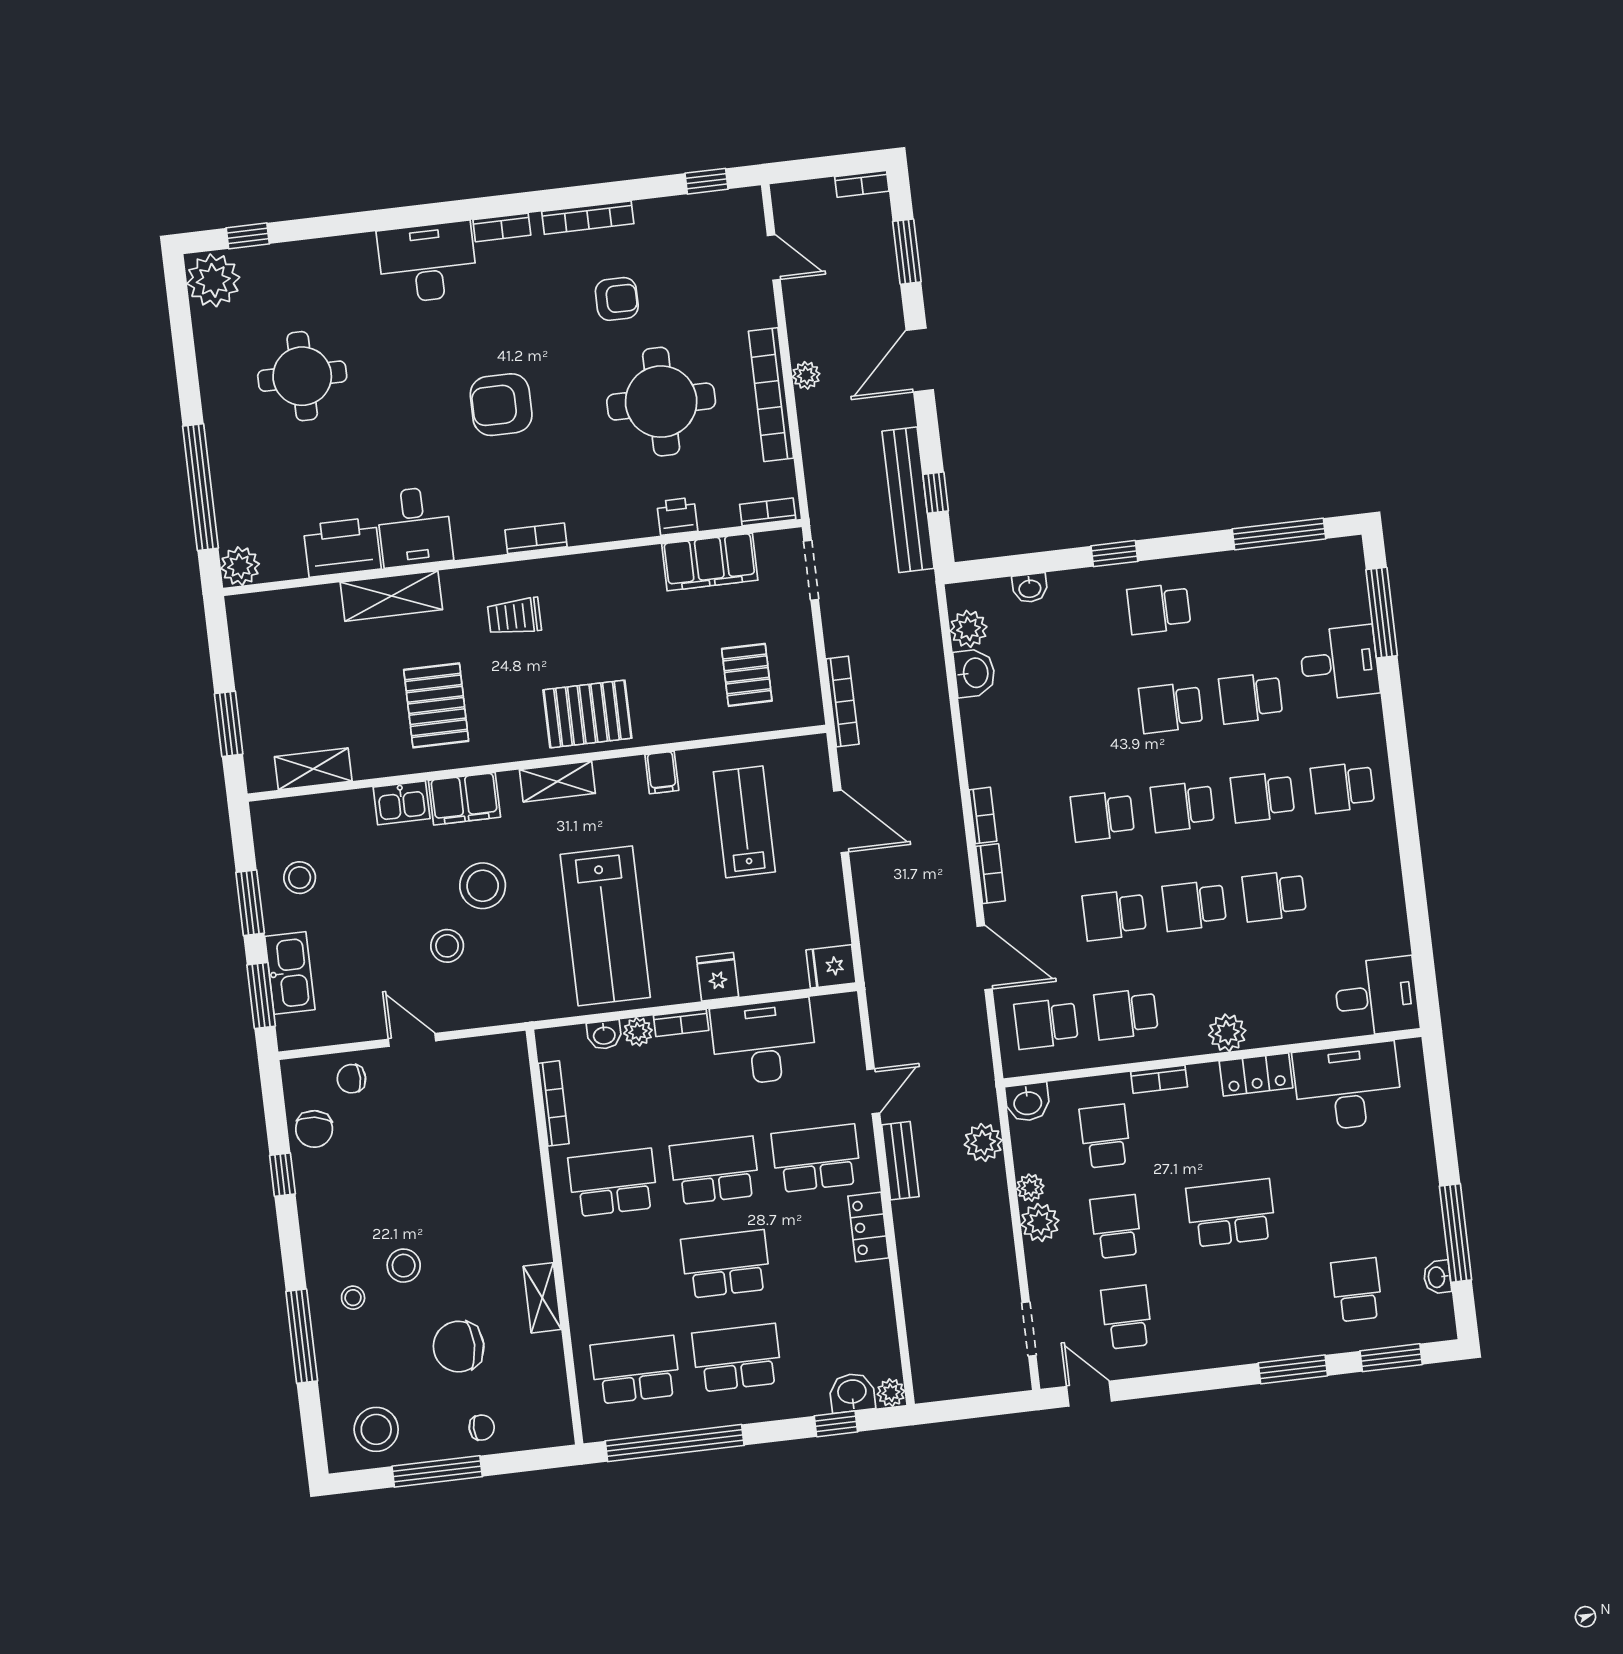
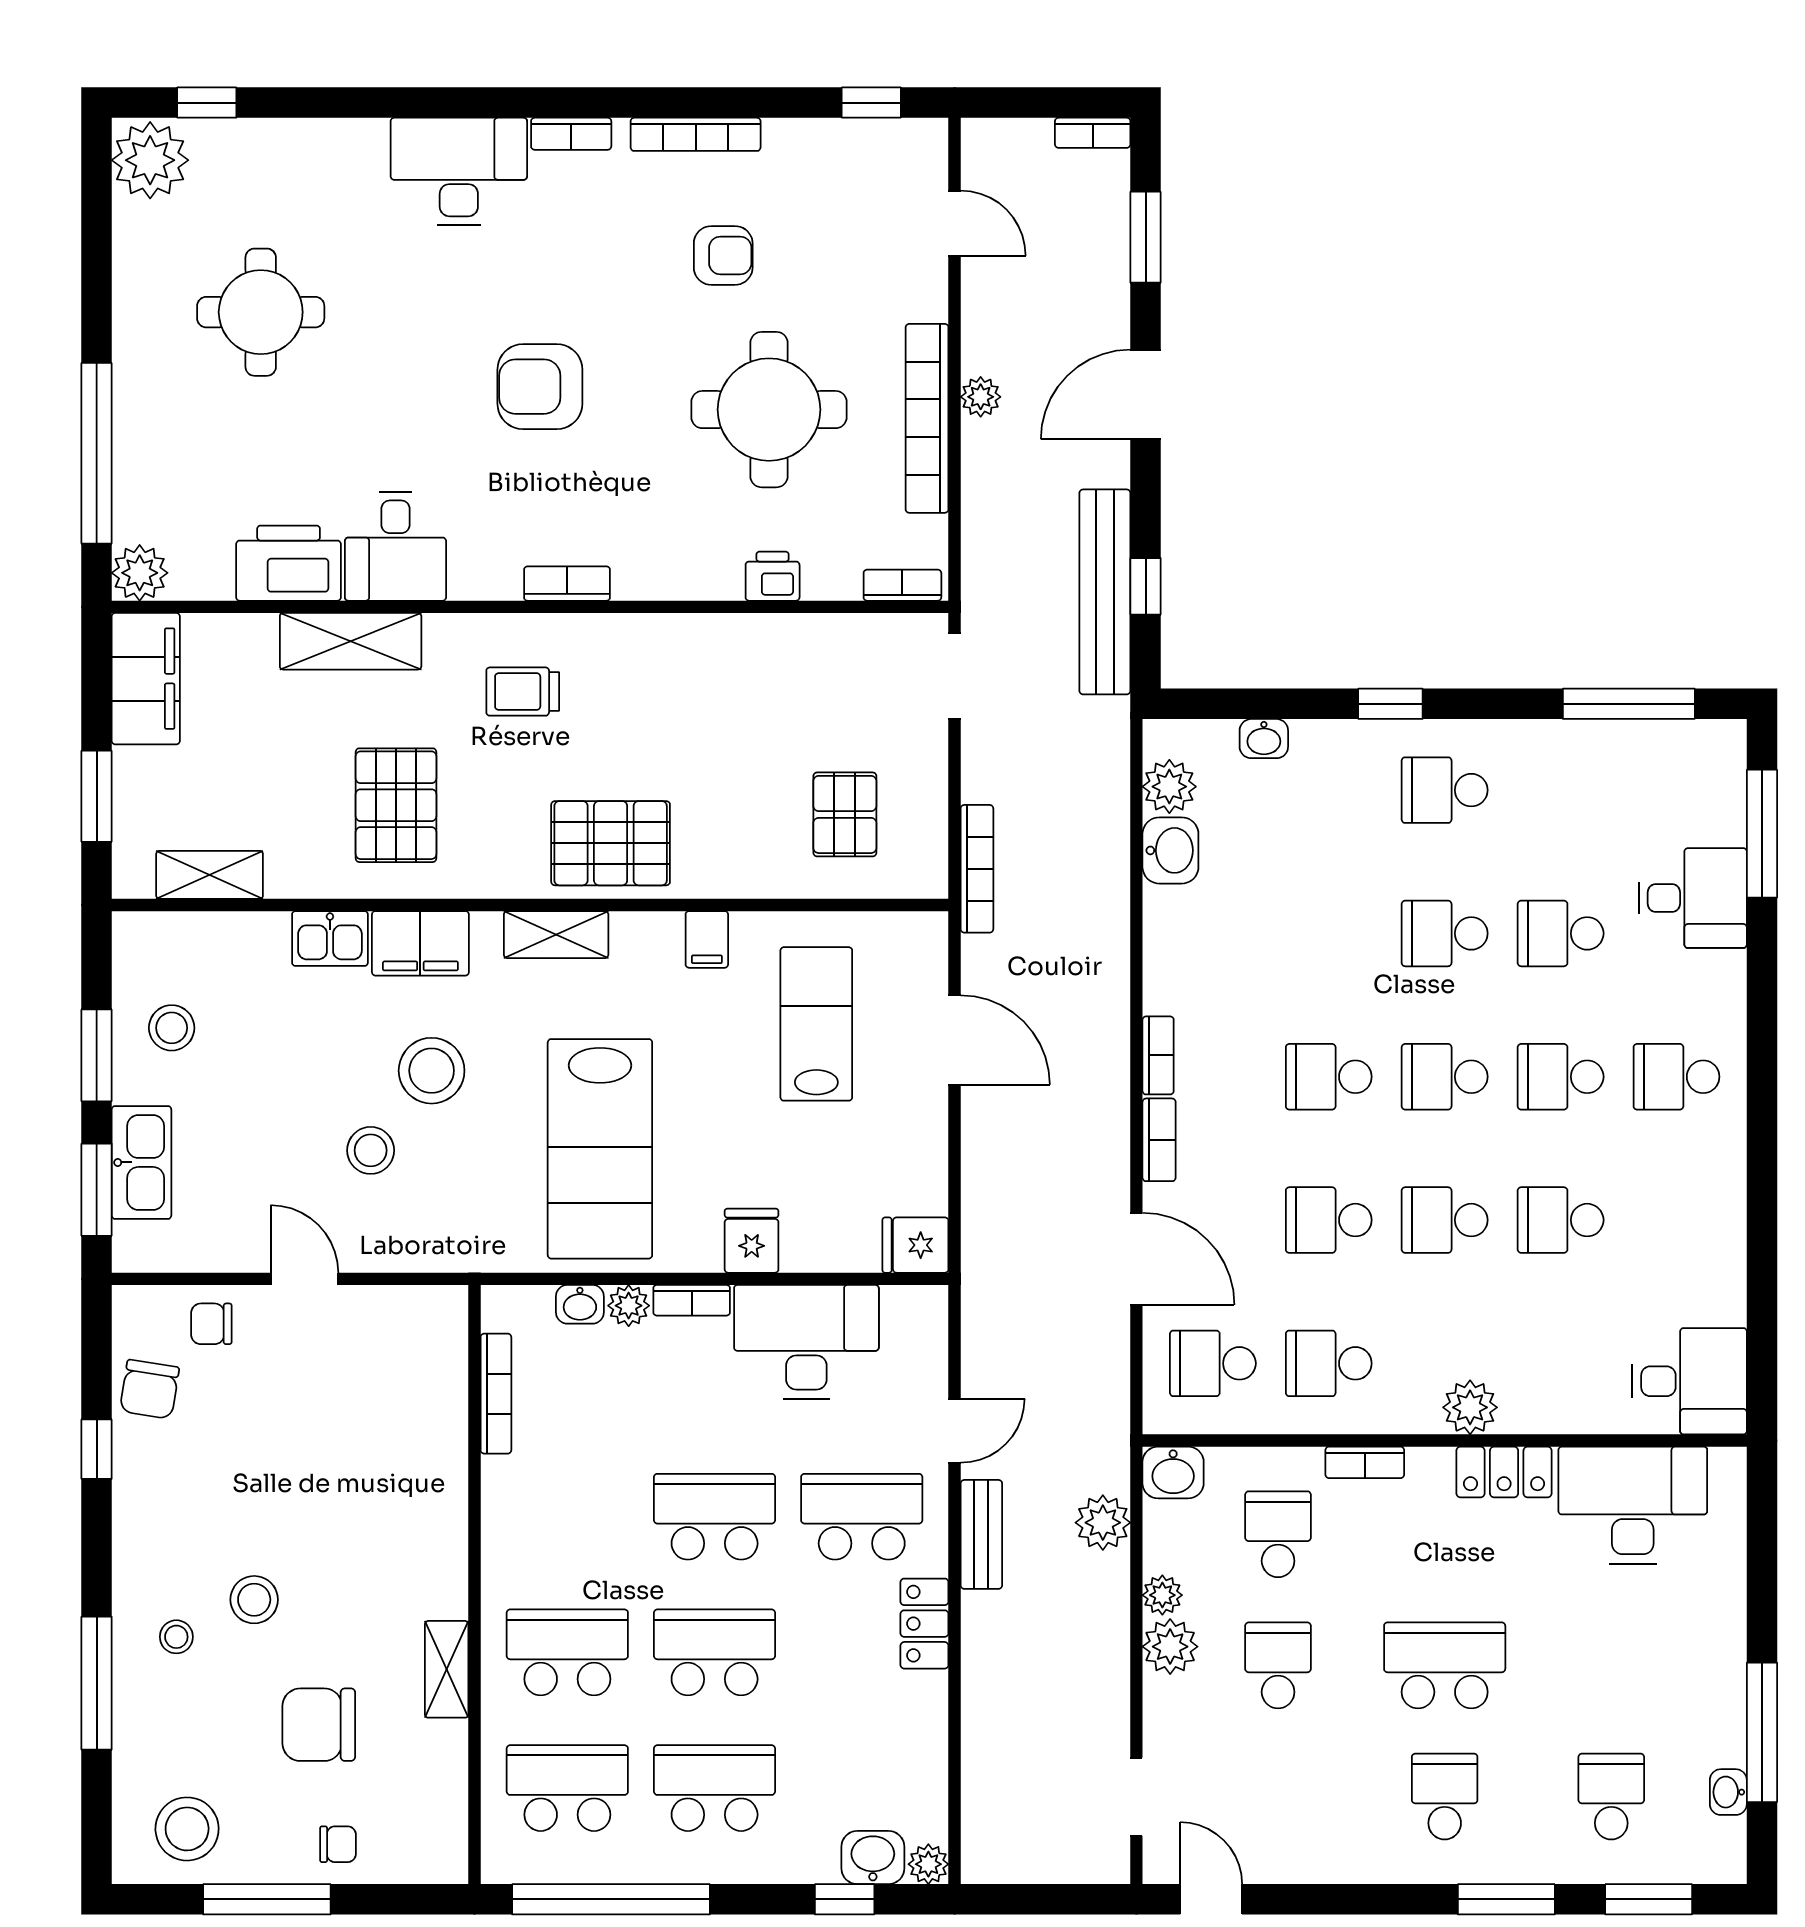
filing cabinet: (710, 562) -> (146, 679), moved, turned -90
school desk: (613, 1183) -> (567, 1652), moved
school desk: (1127, 1317) -> (1445, 1797), moved

